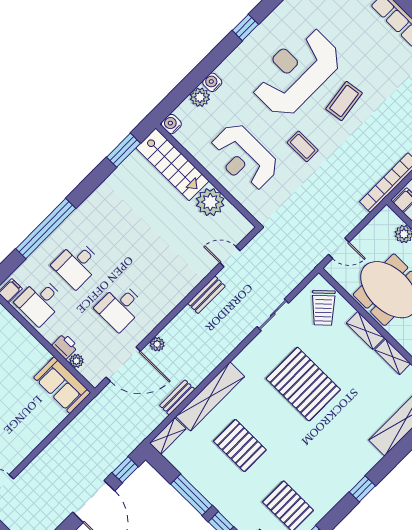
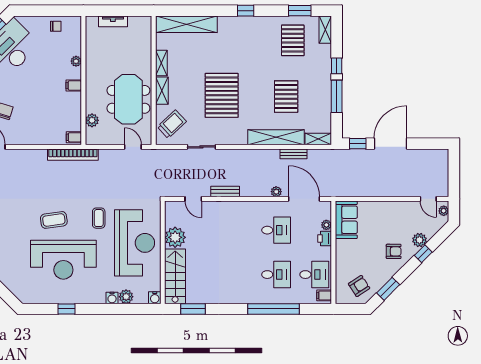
reception desk: (244, 157) -> (135, 243), width x1.36, depth x1.30

